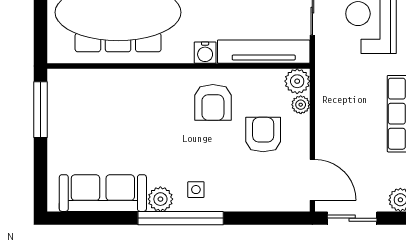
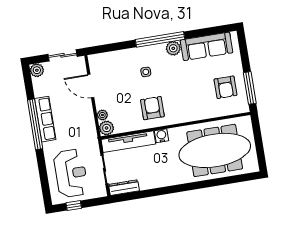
armchair: (263, 135) -> (225, 87), moved
door: (312, 180) -> (91, 86), moved
side table: (196, 190) -> (146, 72), moved

